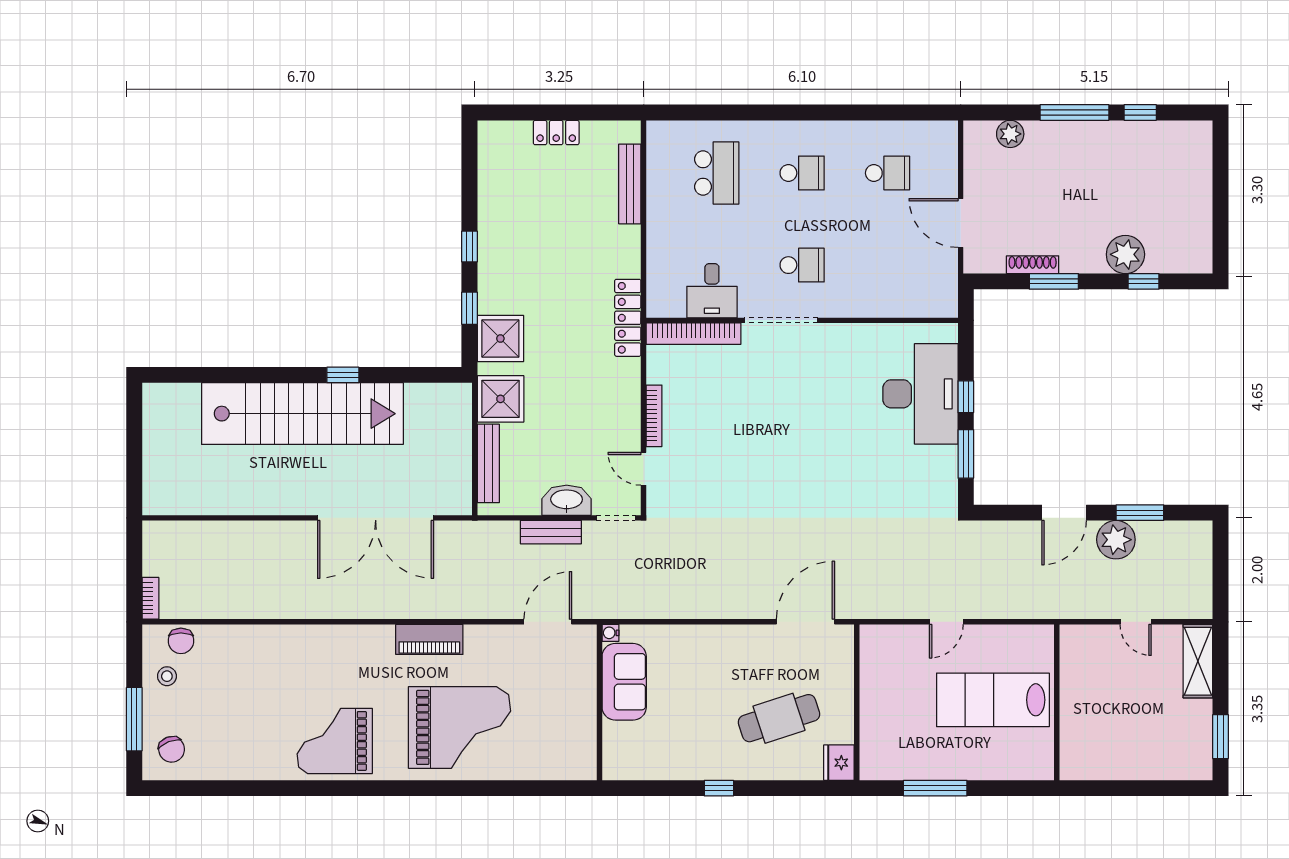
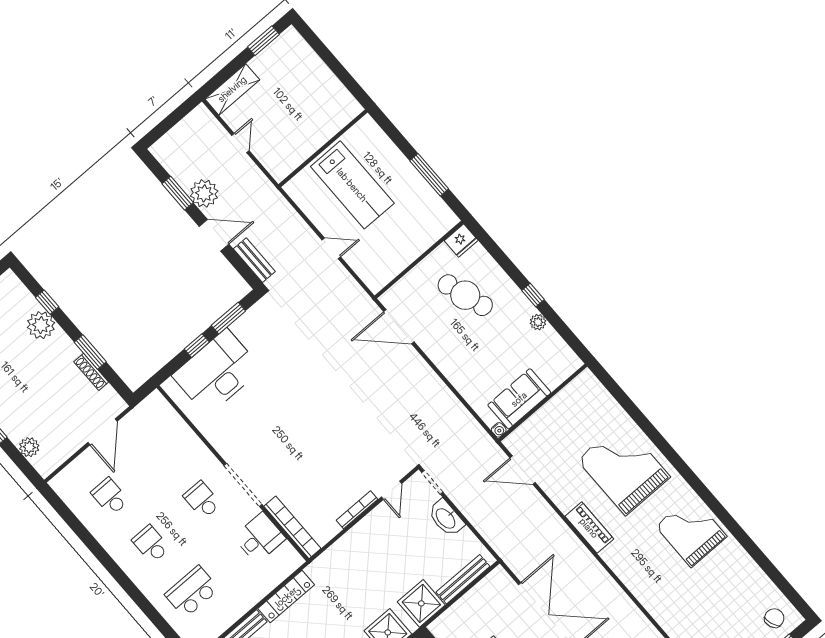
locker: (628, 318) -> (286, 597), moved
bench: (551, 532) -> (254, 260), moved
grand piano: (335, 741) -> (691, 531), turned 180
plant: (687, 769) -> (538, 322), added

